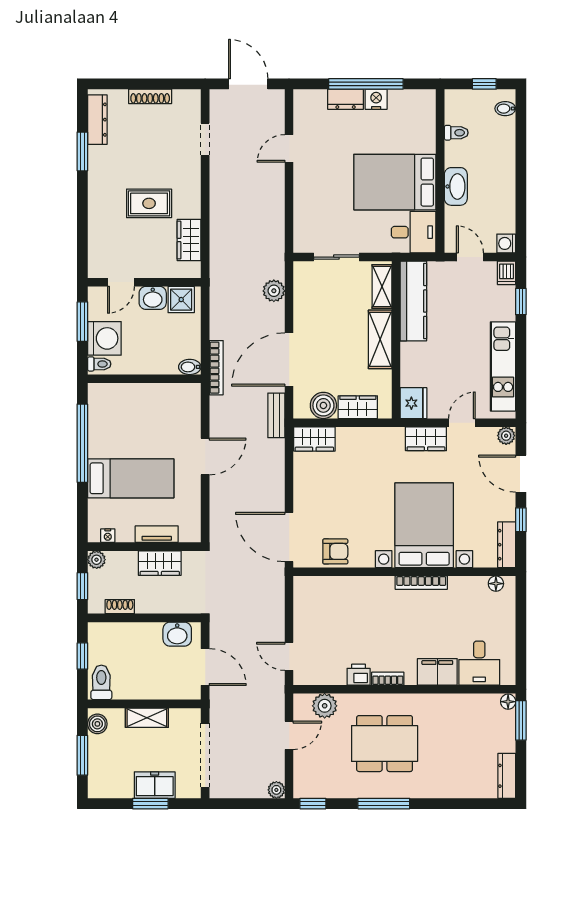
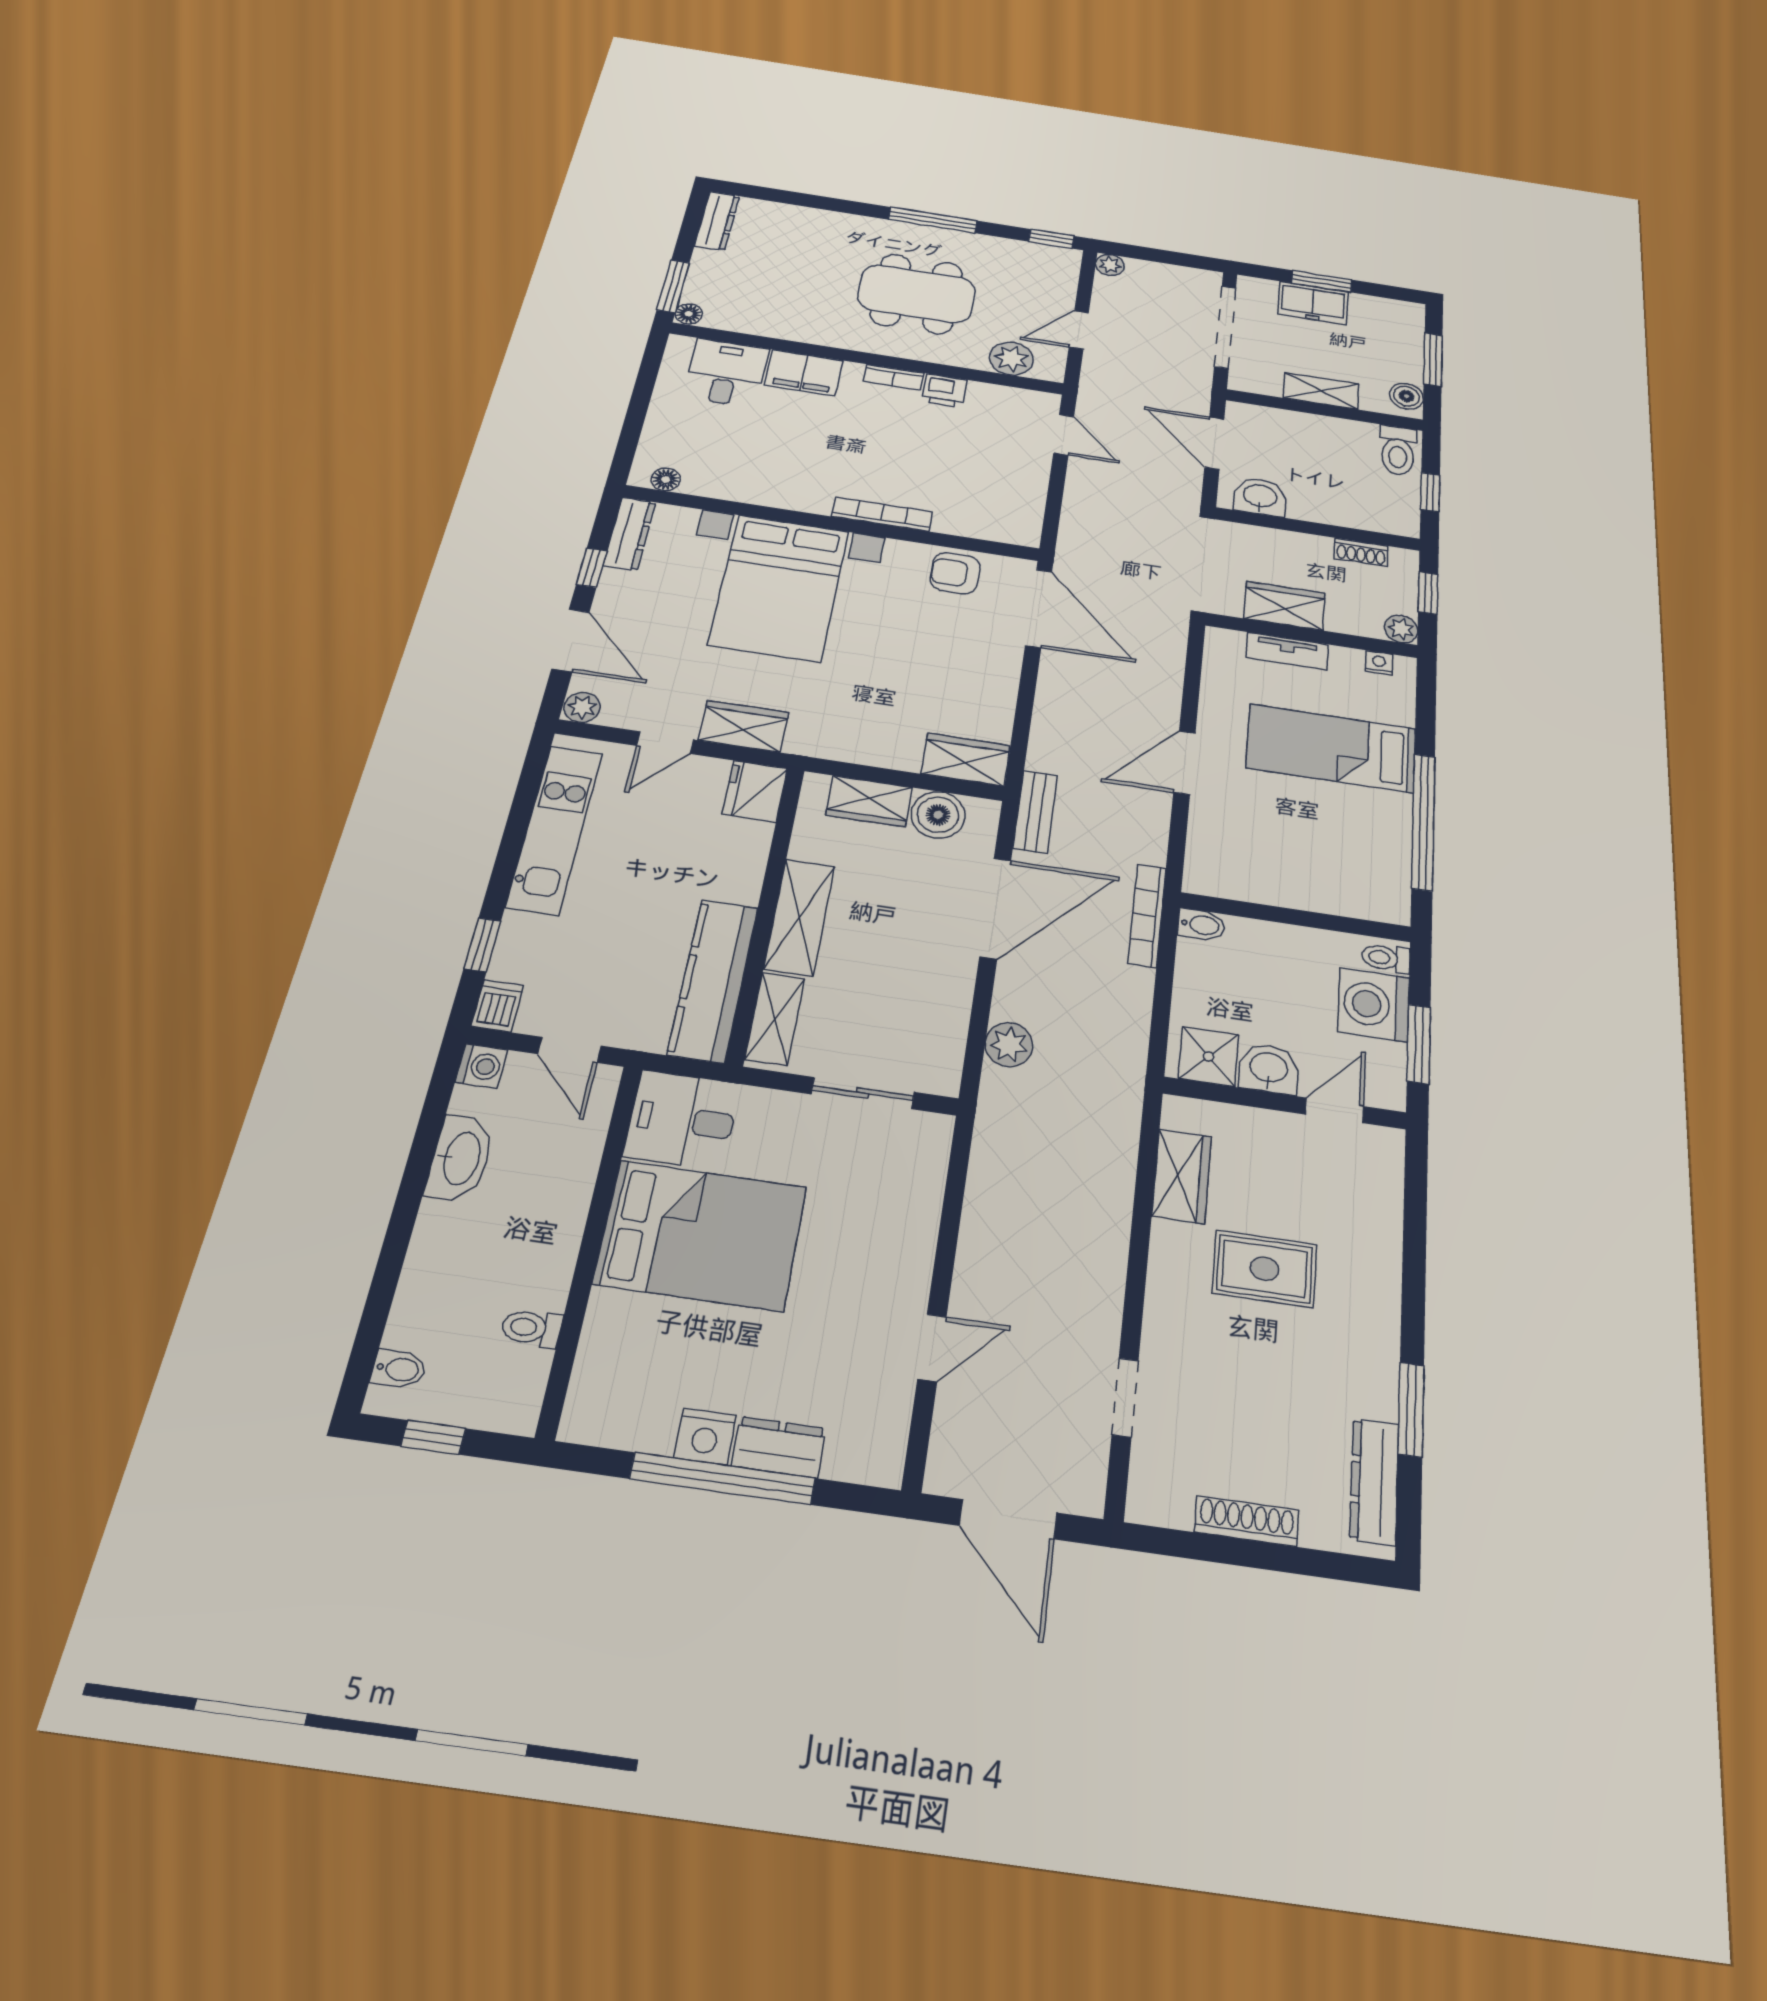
washbasin: (456, 186) -> (460, 1158), moved, turned 180
bookcase: (421, 583) -> (882, 514), moved

